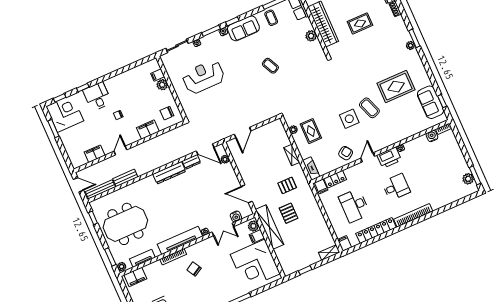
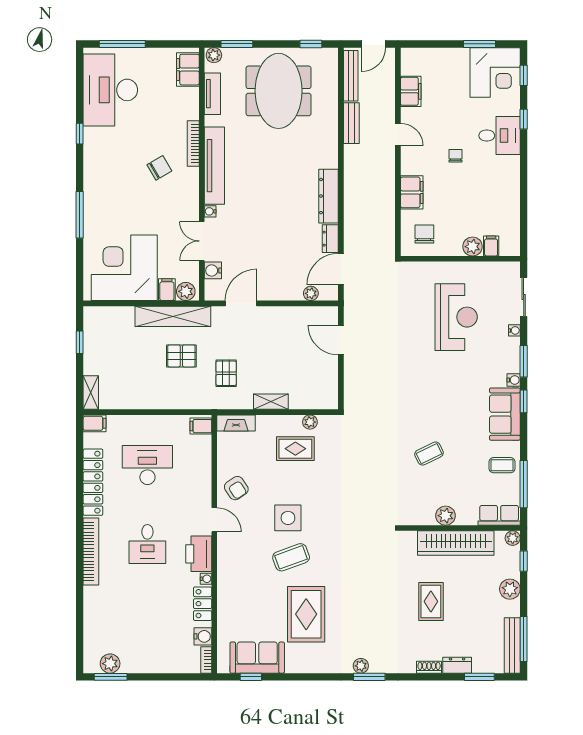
coffee table: (270, 66) -> (429, 454), moved
locker: (335, 179) -> (203, 604), moved

